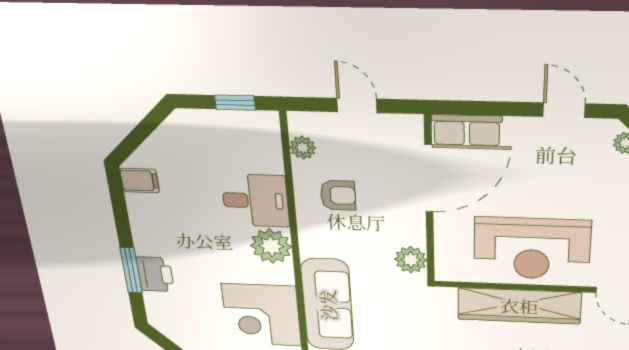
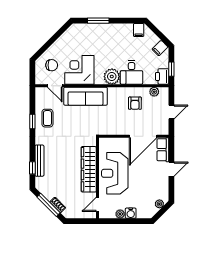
door: (564, 110) -> (171, 169), moved
filing cabinet: (180, 130) -> (160, 48), added
door: (429, 179) -> (143, 136), hinge flipped
plant: (411, 260) -> (108, 129), removed
printer: (155, 274) -> (162, 76), moved, turned 90

